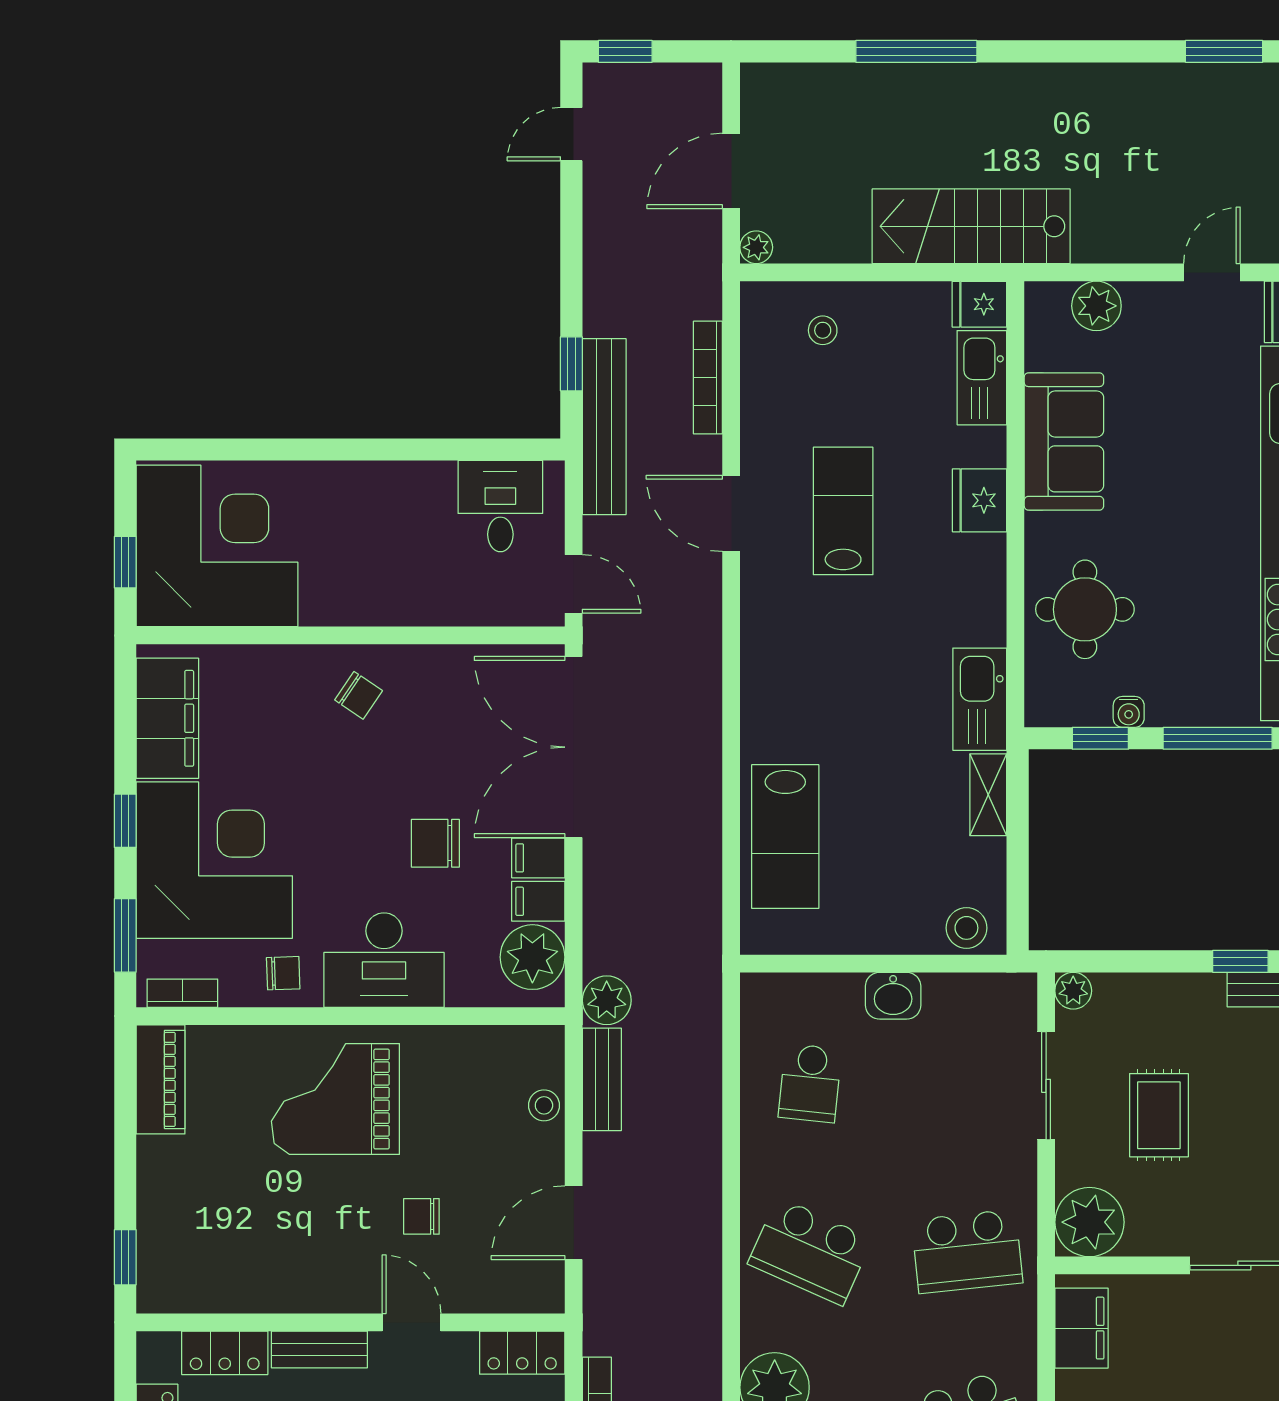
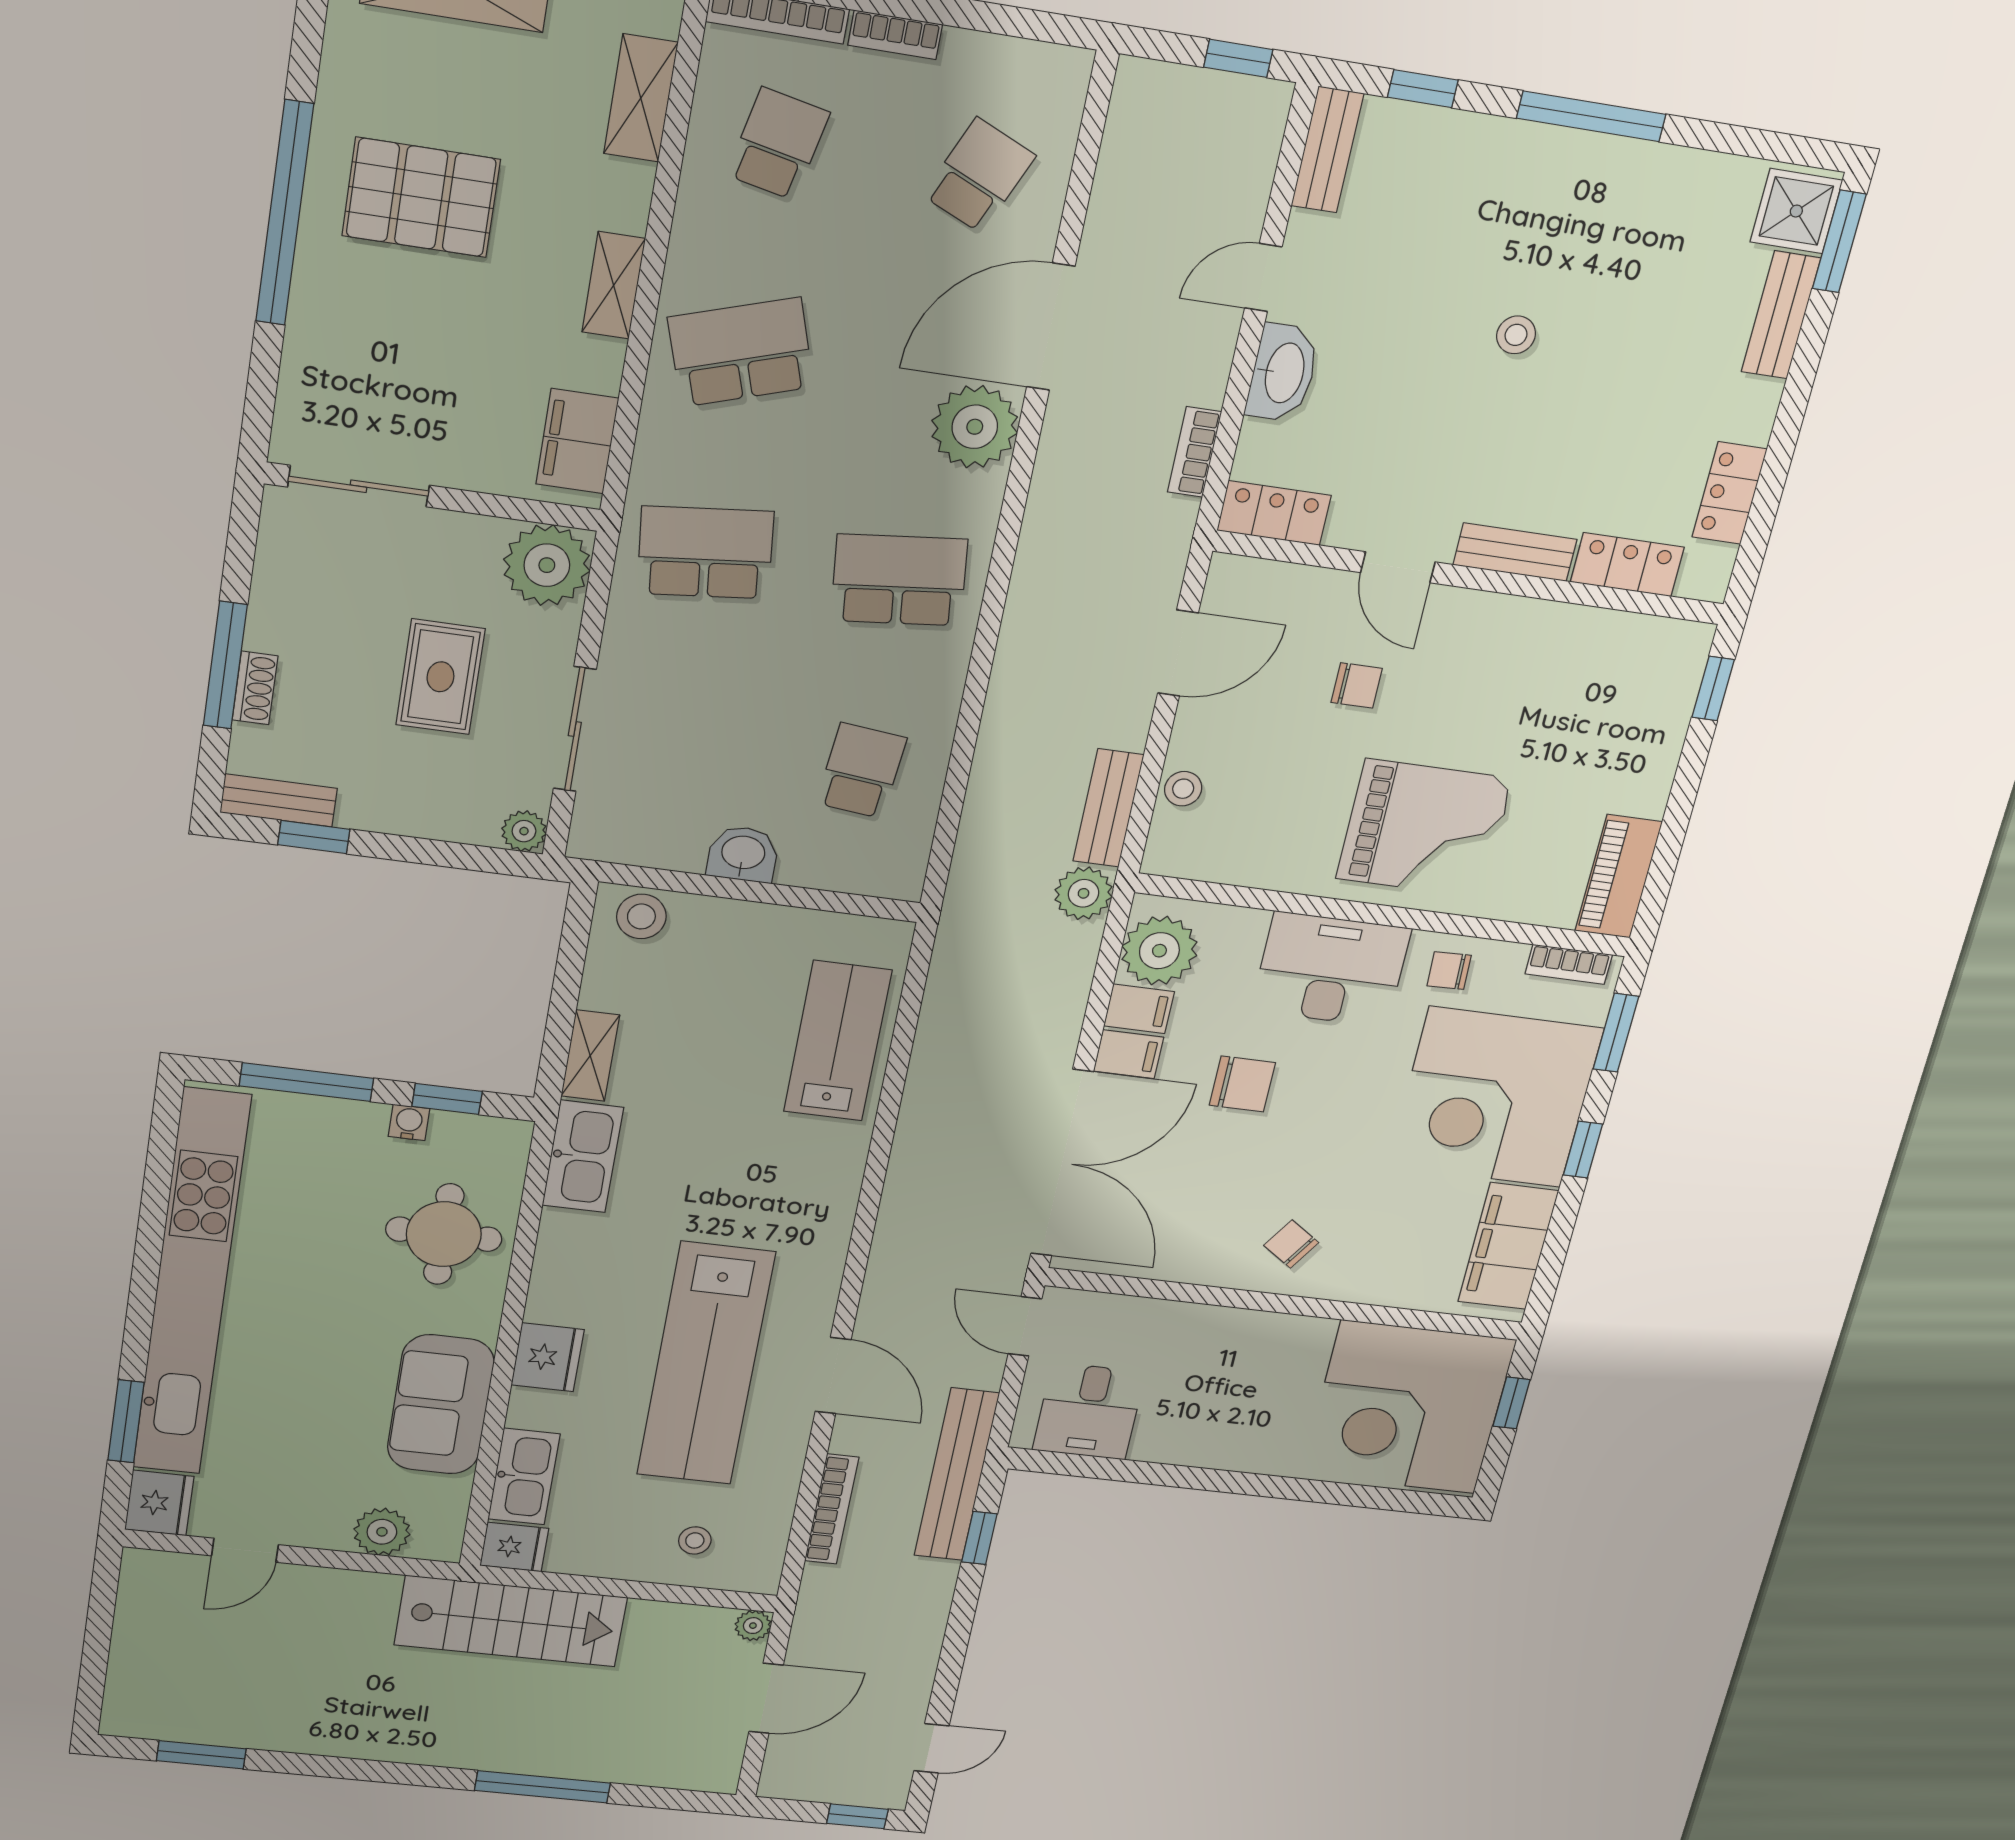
lab bench: (843, 511) -> (706, 1364), width x1.86, depth x1.39
school desk: (810, 1251) -> (899, 580), turned -30

